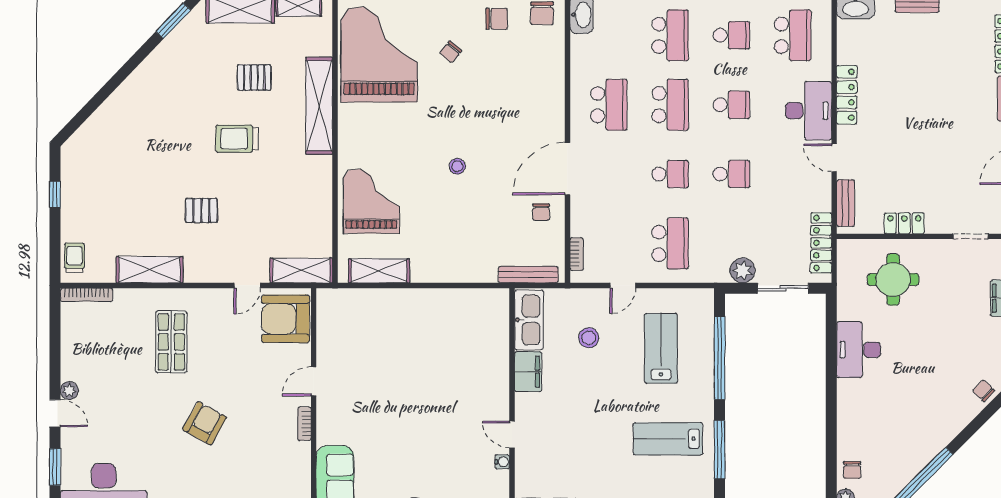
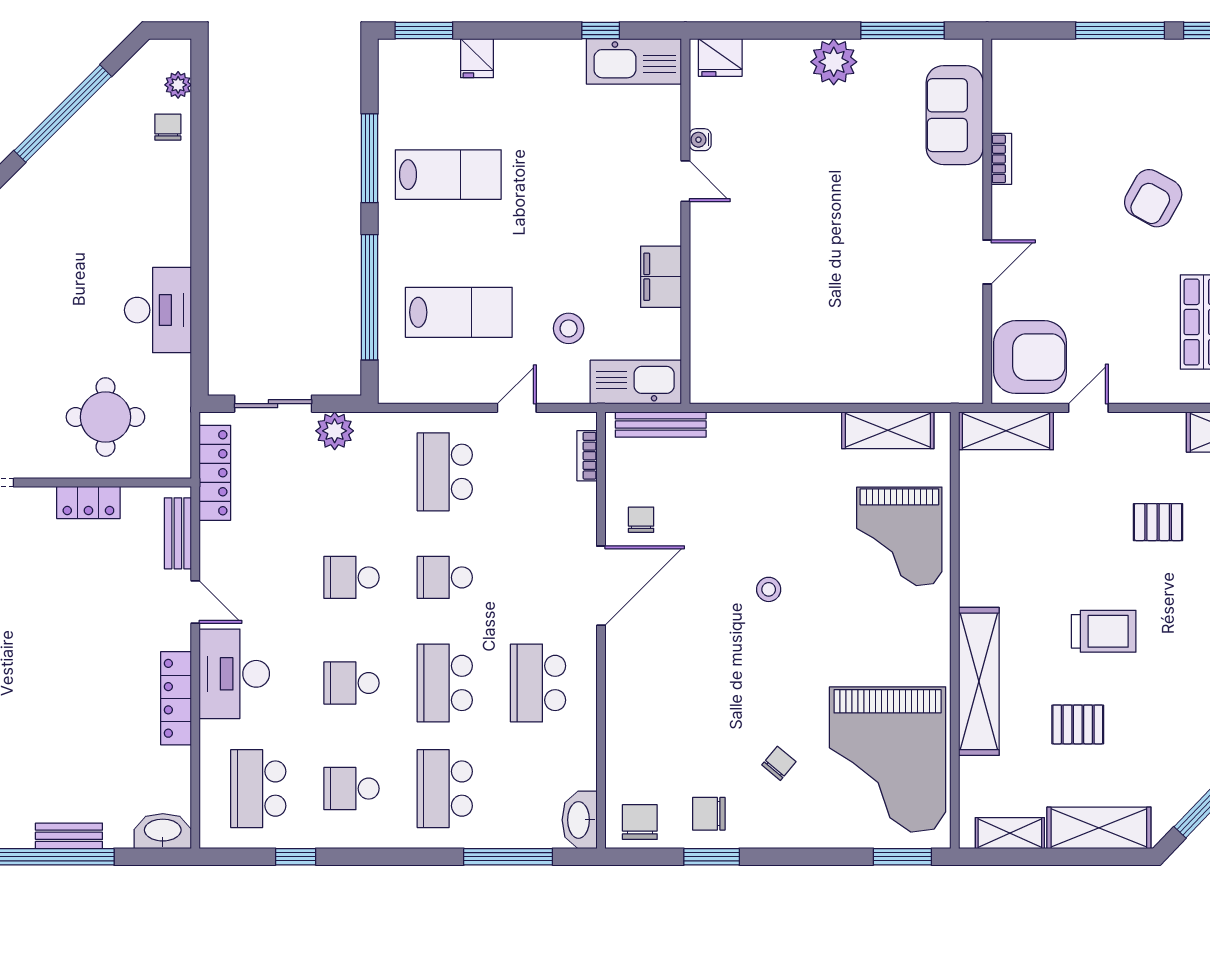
kitchen sink: (529, 320) -> (636, 382), moved, turned 90
lab bench: (661, 348) -> (459, 312), turned -90
bookcase: (304, 424) -> (1001, 159), moved

